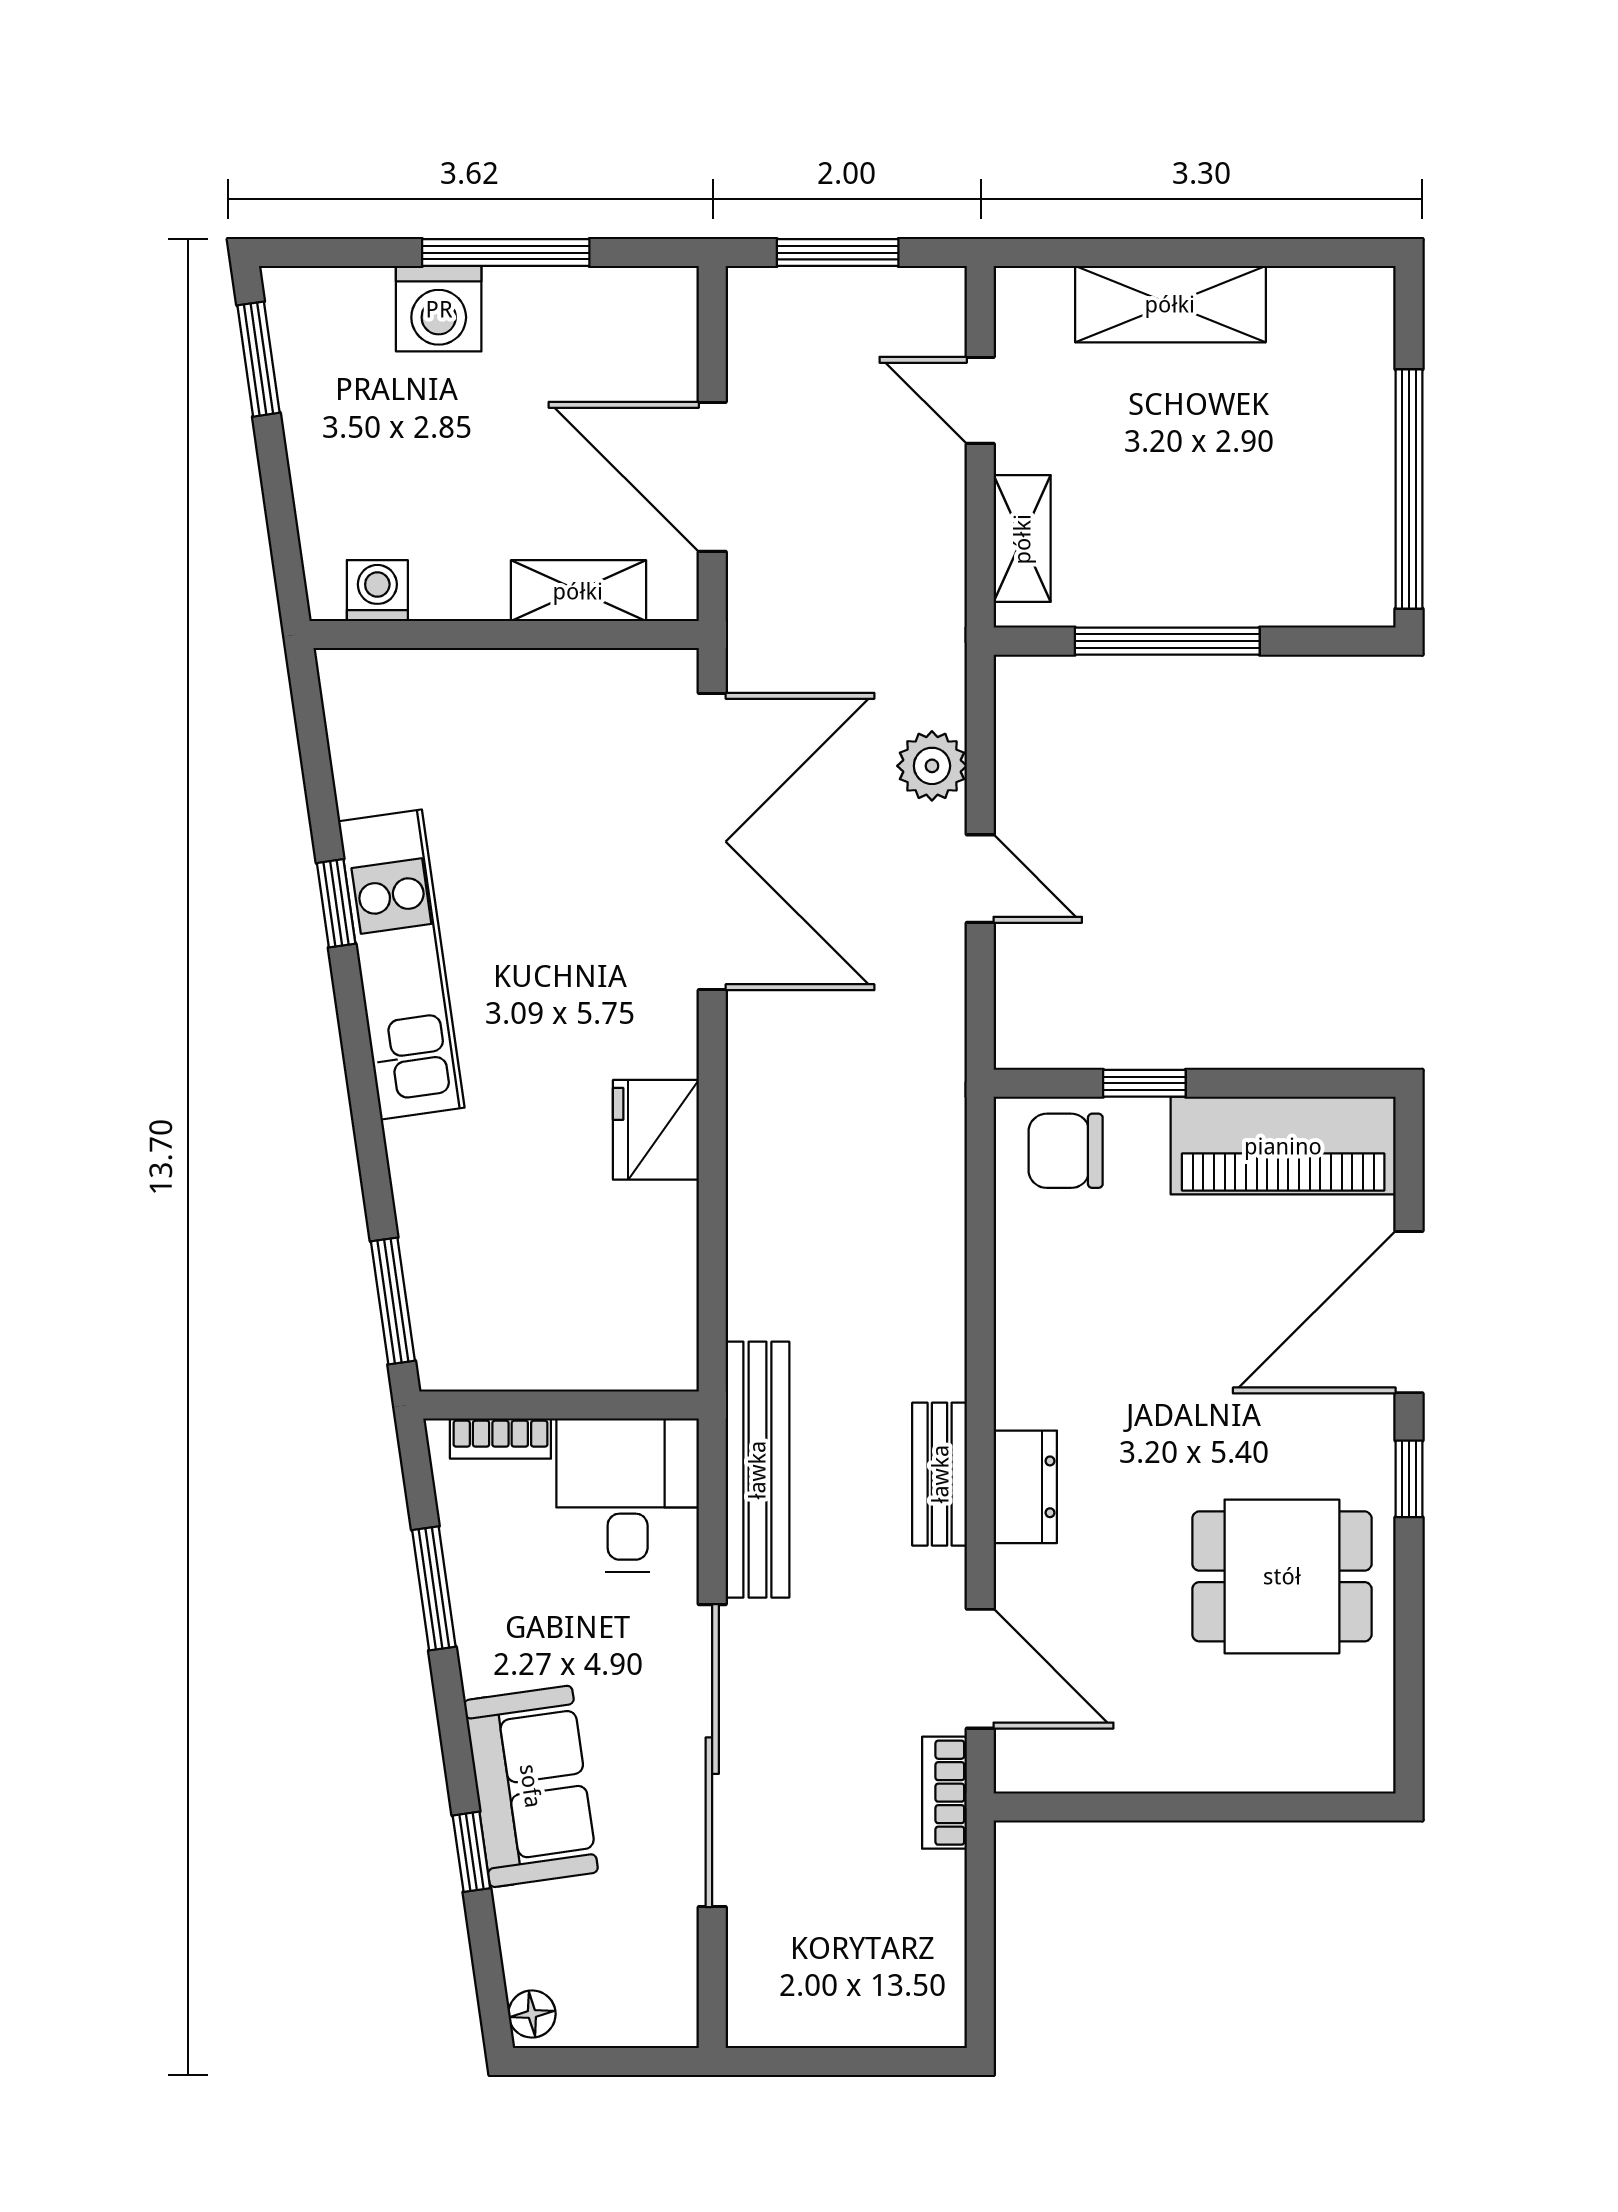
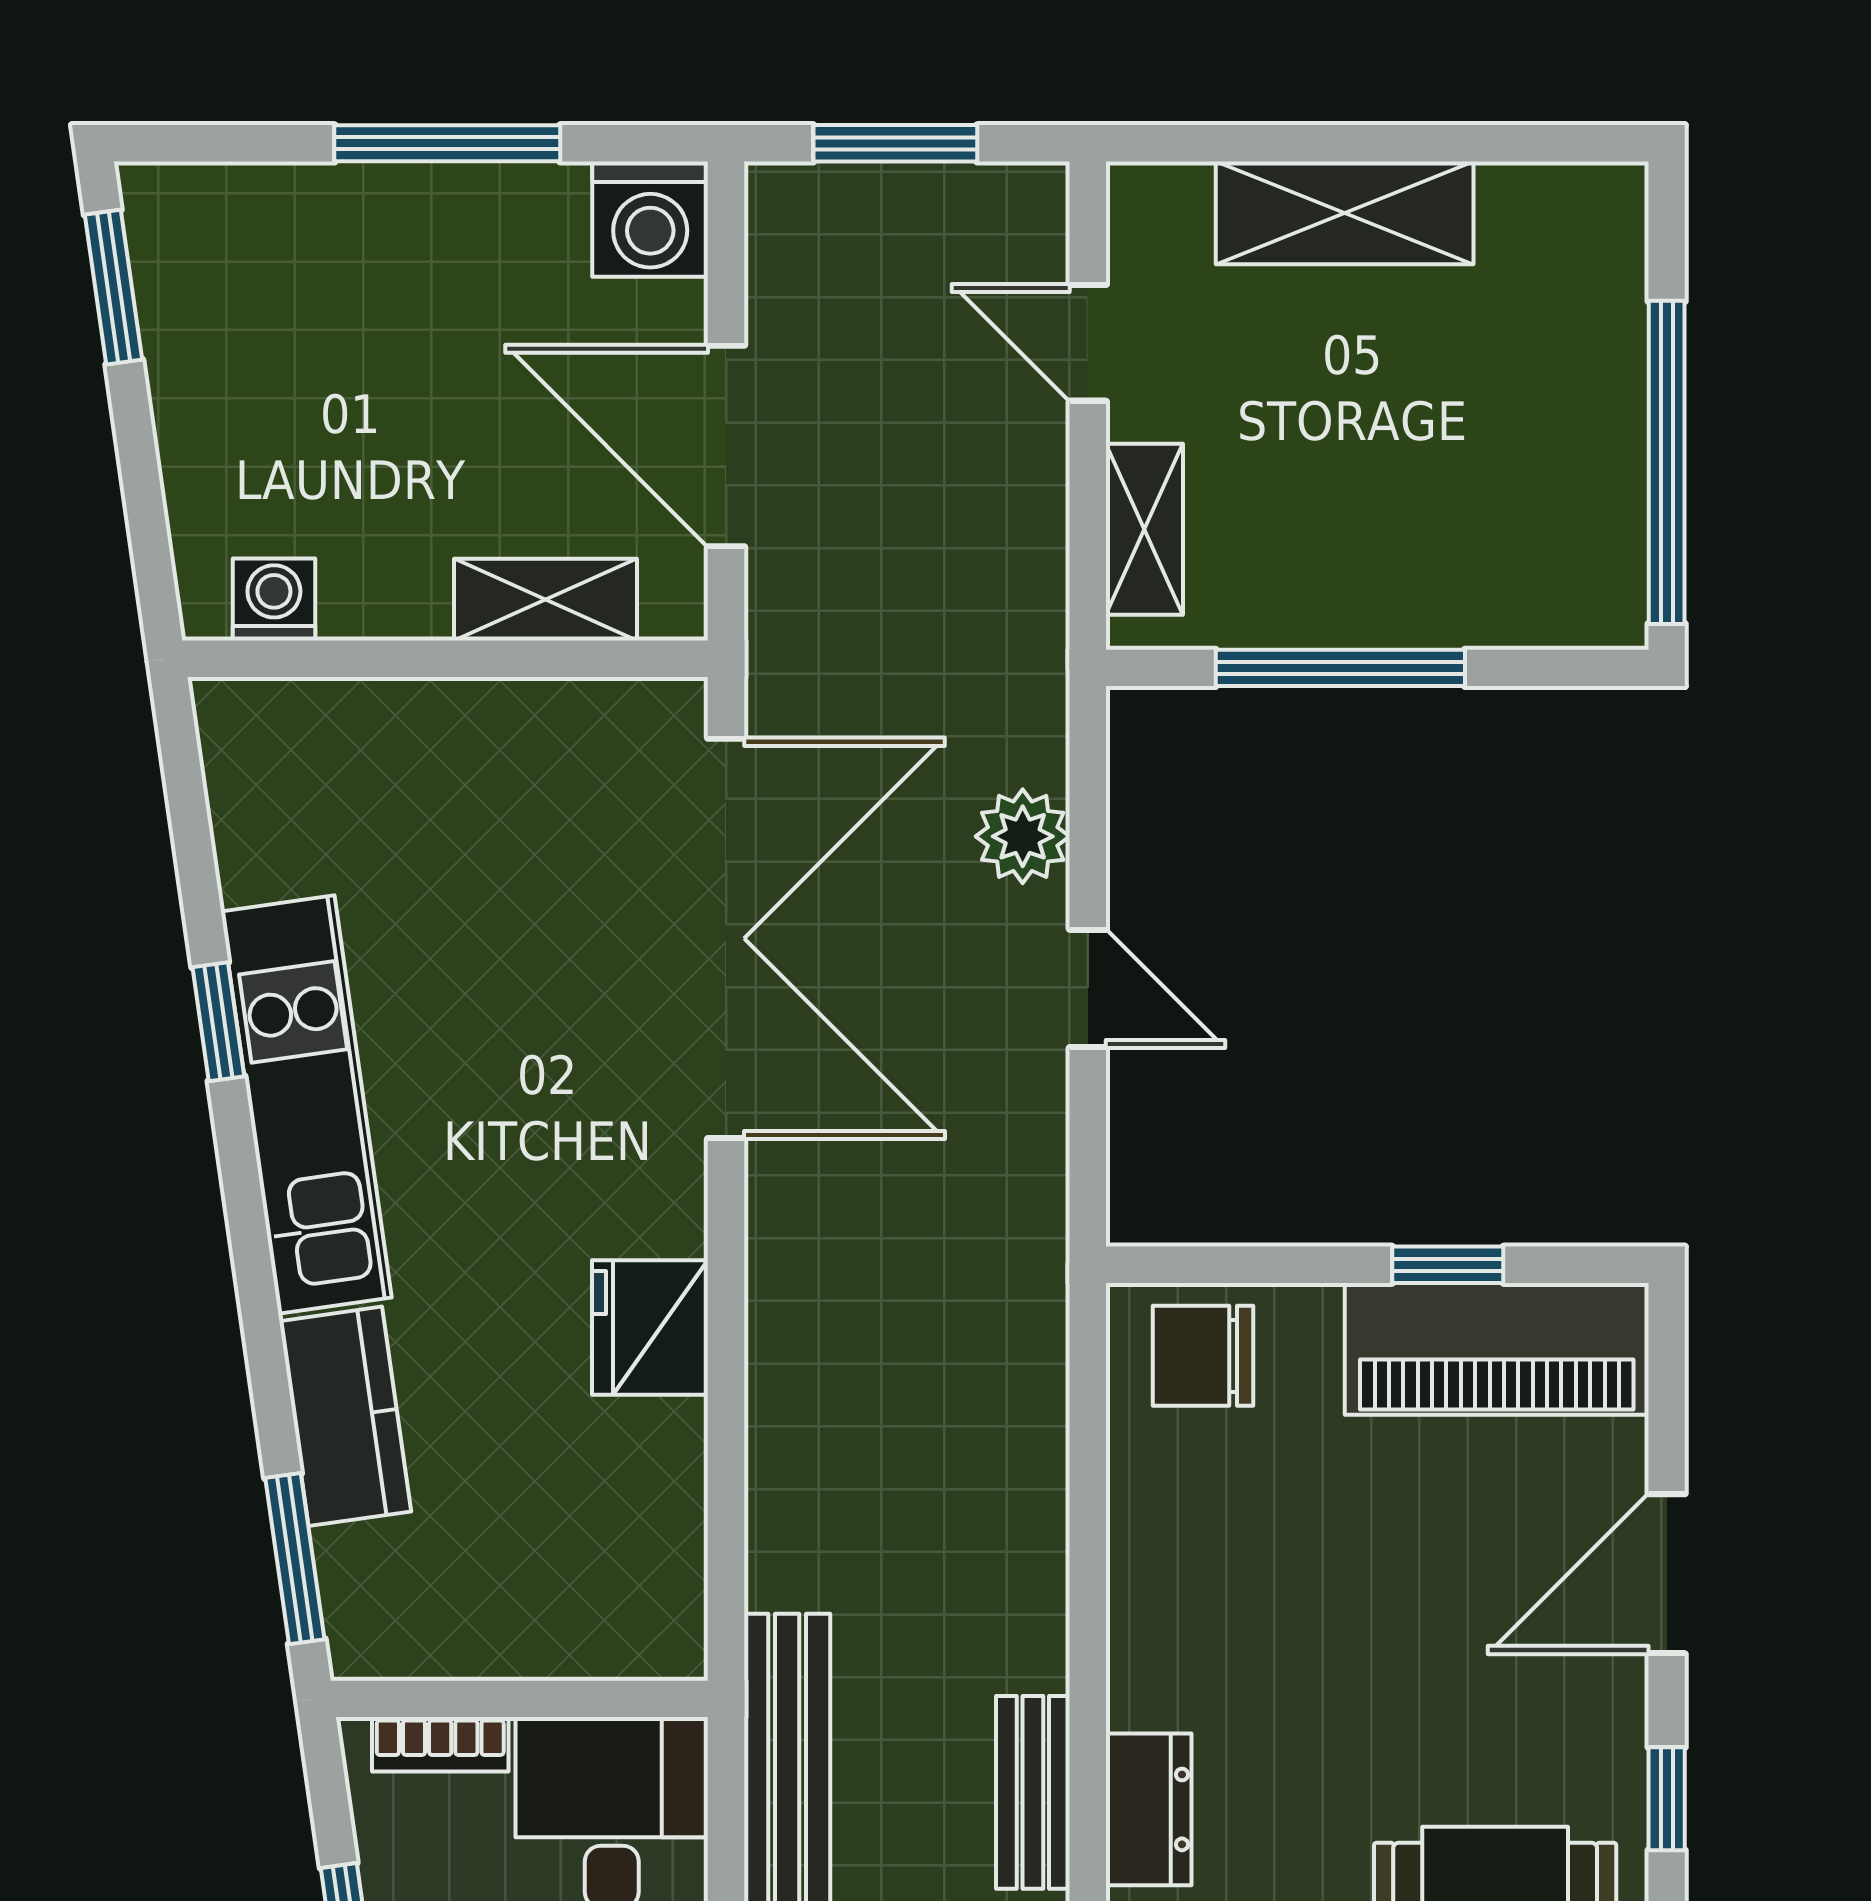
washing machine: (439, 309) -> (650, 219), moved
window: (1144, 1083) -> (1448, 1265), moved
kitchen counter: (430, 1196) -> (345, 1416), added
door: (1409, 1312) -> (1667, 1574), width x0.73

